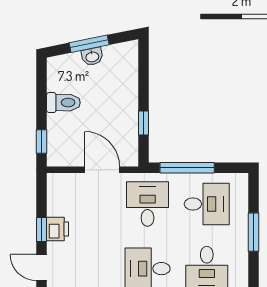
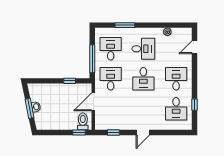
toilet: (63, 103) -> (83, 121), moved
desk: (148, 204) -> (111, 79), turned 90
printer: (58, 229) -> (123, 124), removed
window: (42, 230) -> (113, 132), moved

